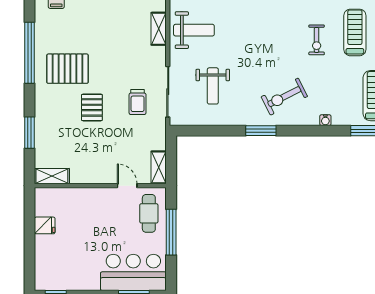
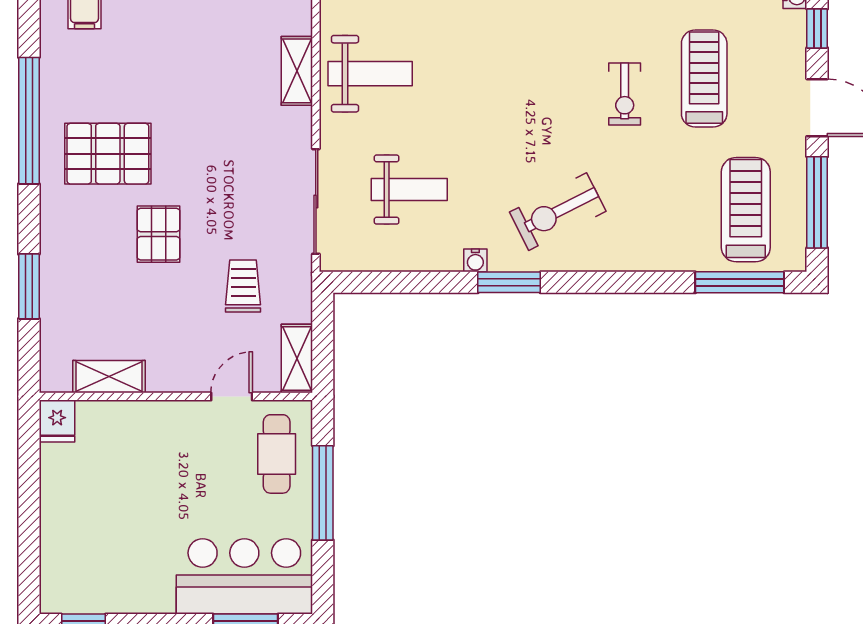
weight bench: (213, 86) -> (409, 190), turned -90
trolley: (138, 102) -> (243, 286), moved, turned 180
water cooler: (325, 120) -> (475, 260), moved
shelving: (52, 176) -> (109, 377), moved
door: (127, 186) -> (232, 396), hinge flipped
fridge: (45, 225) -> (57, 421), moved, turned 90

